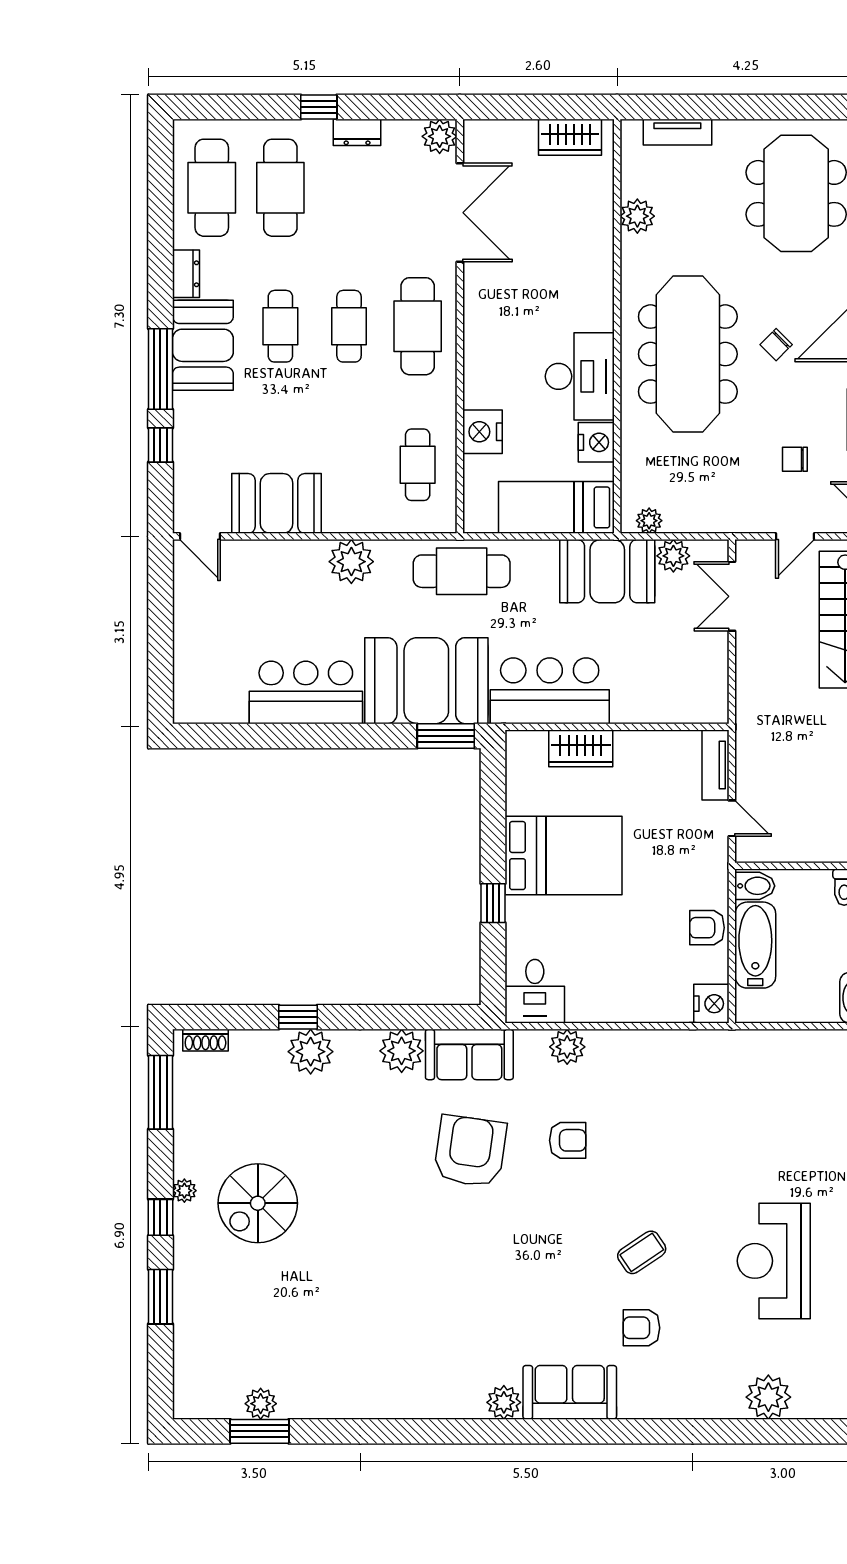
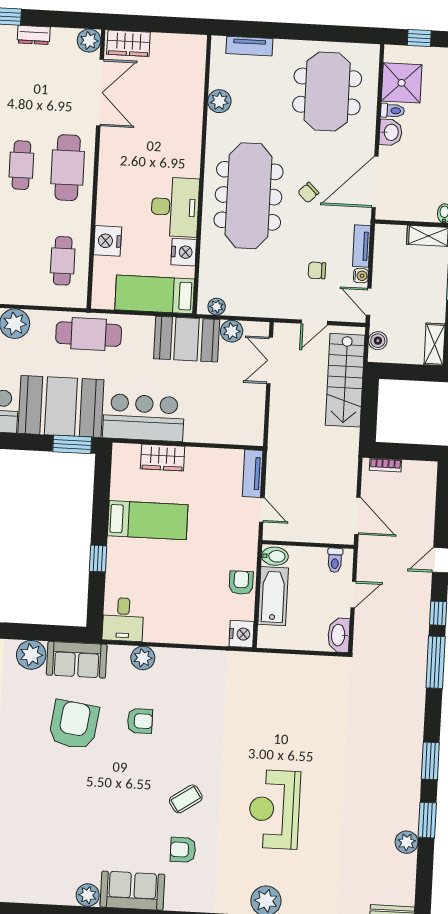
wardrobe: (570, 137) -> (128, 43), moved
bed: (564, 856) -> (148, 520), width x0.67
armchair: (707, 928) -> (241, 583), turned 90

